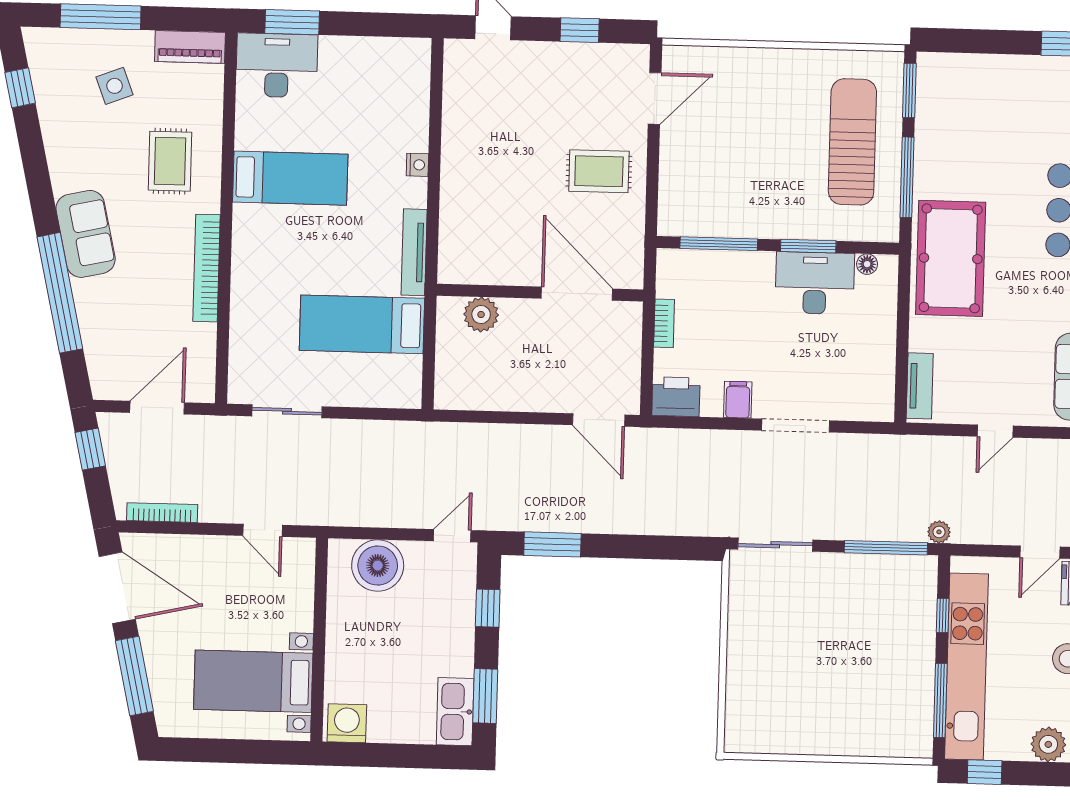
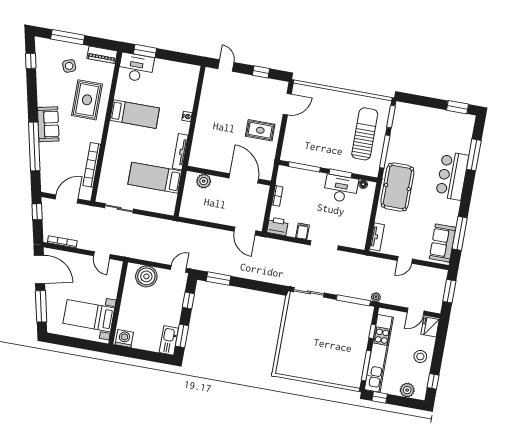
rug: (170, 161) -> (87, 100), width x1.36, depth x1.43
bookcase: (207, 268) -> (92, 165), moved

